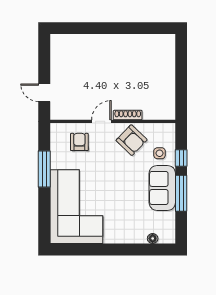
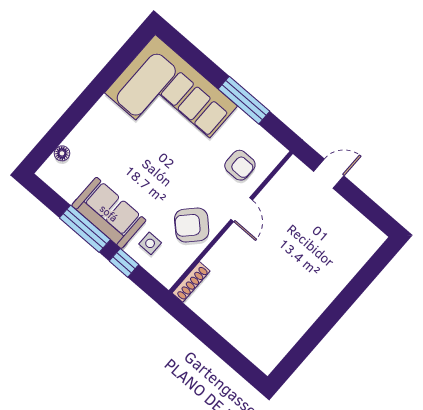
shoe rack: (128, 115) -> (191, 282), moved

